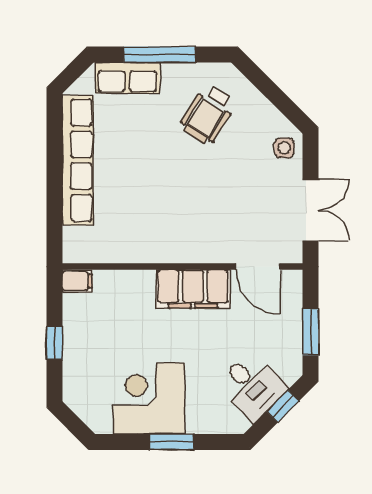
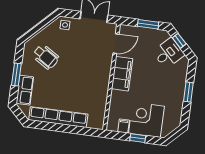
window: (160, 55) -> (16, 75), width x0.69
filing cabinet: (77, 281) -> (124, 126), moved
corner desk: (149, 398) -> (146, 120), moved, turned 90

